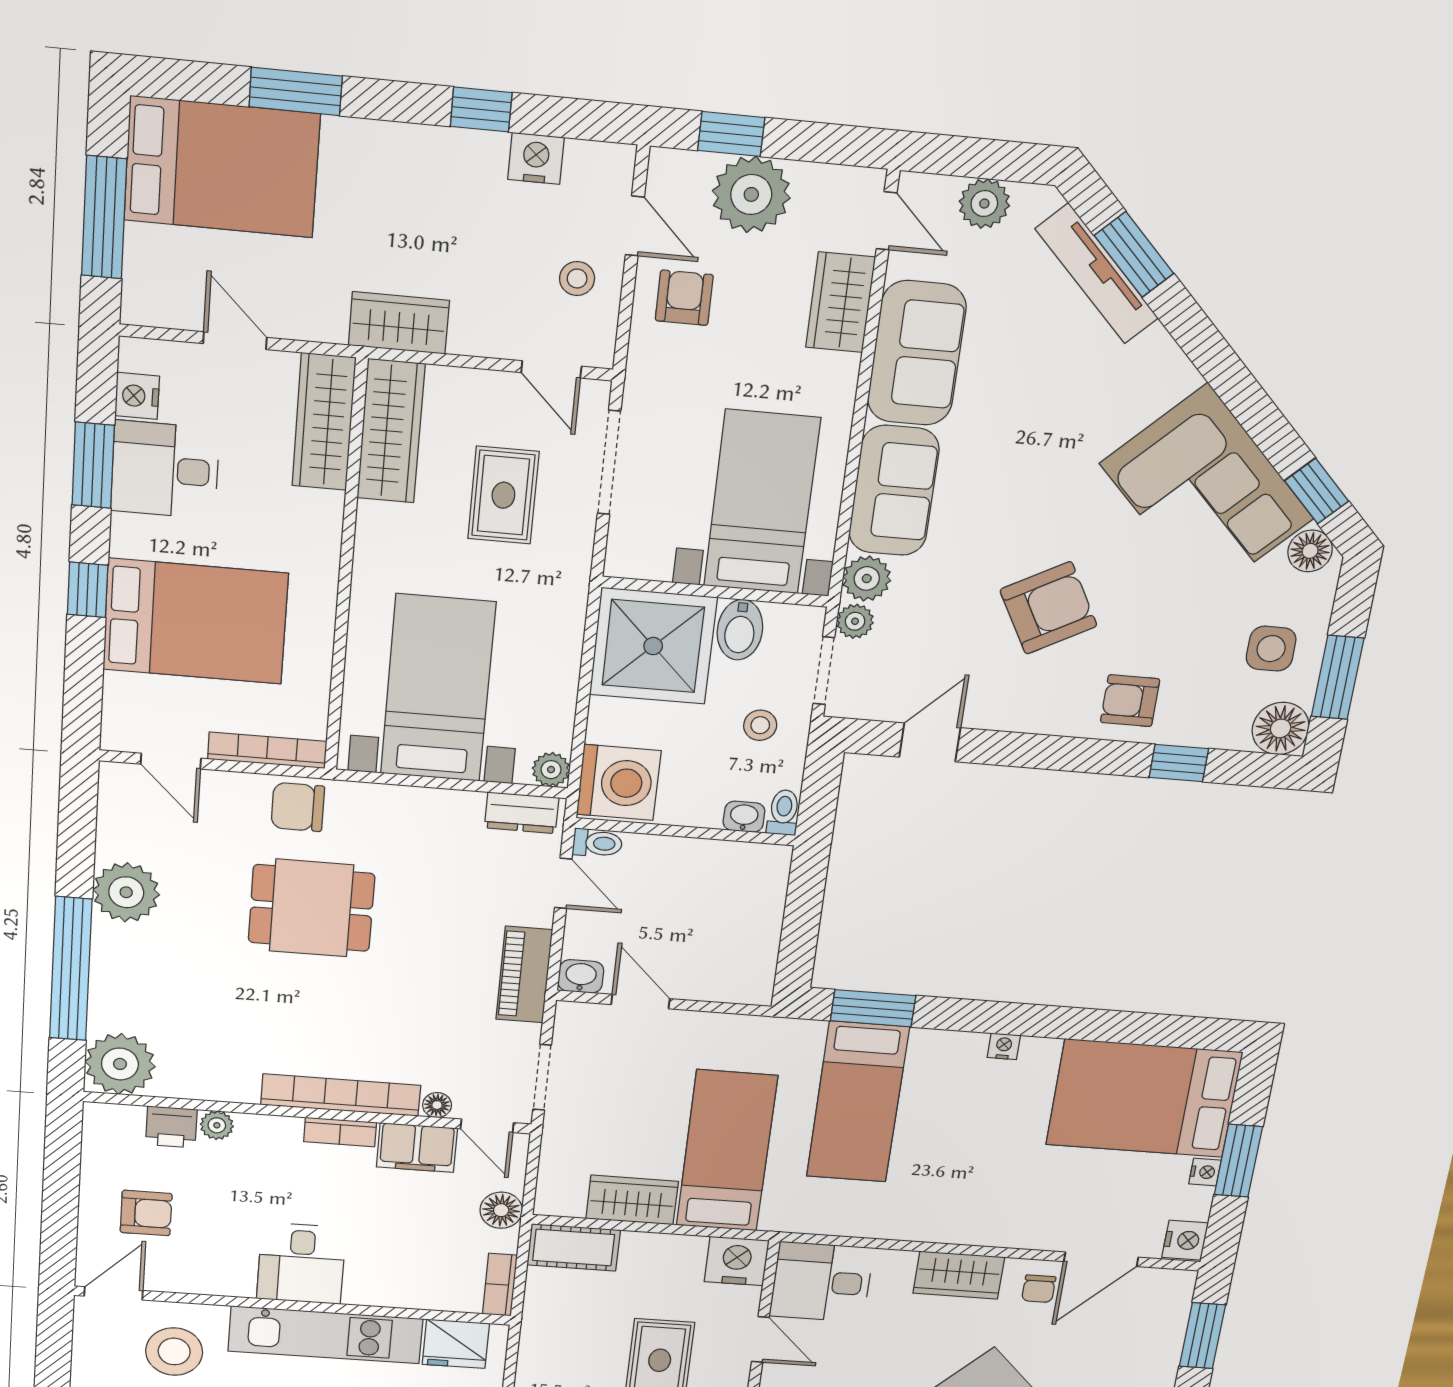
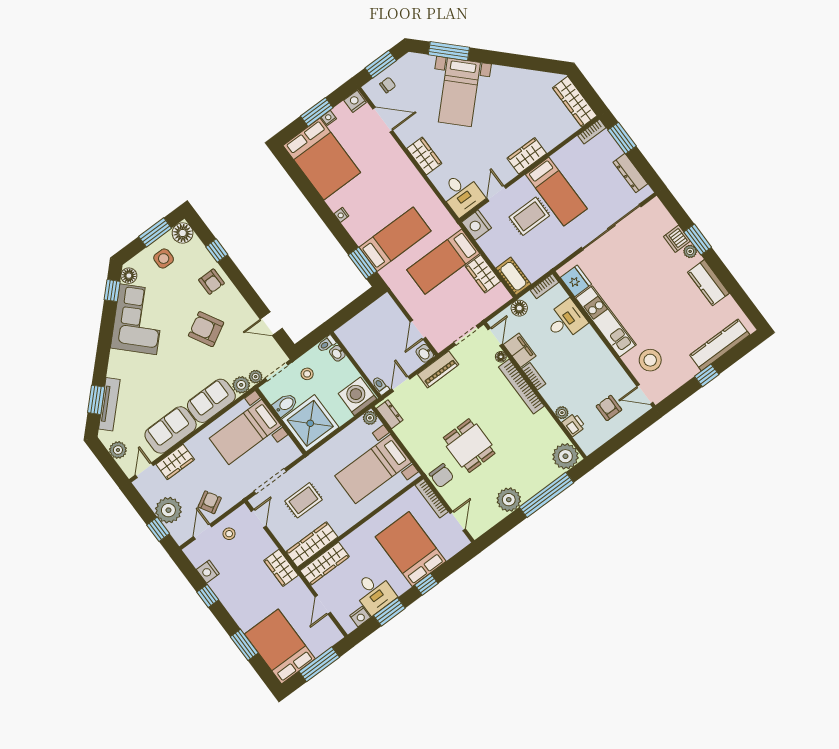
armchair: (684, 298) -> (210, 502), turned 150
desk: (301, 1263) -> (566, 320), moved
chair: (1039, 1289) -> (388, 85), moved

